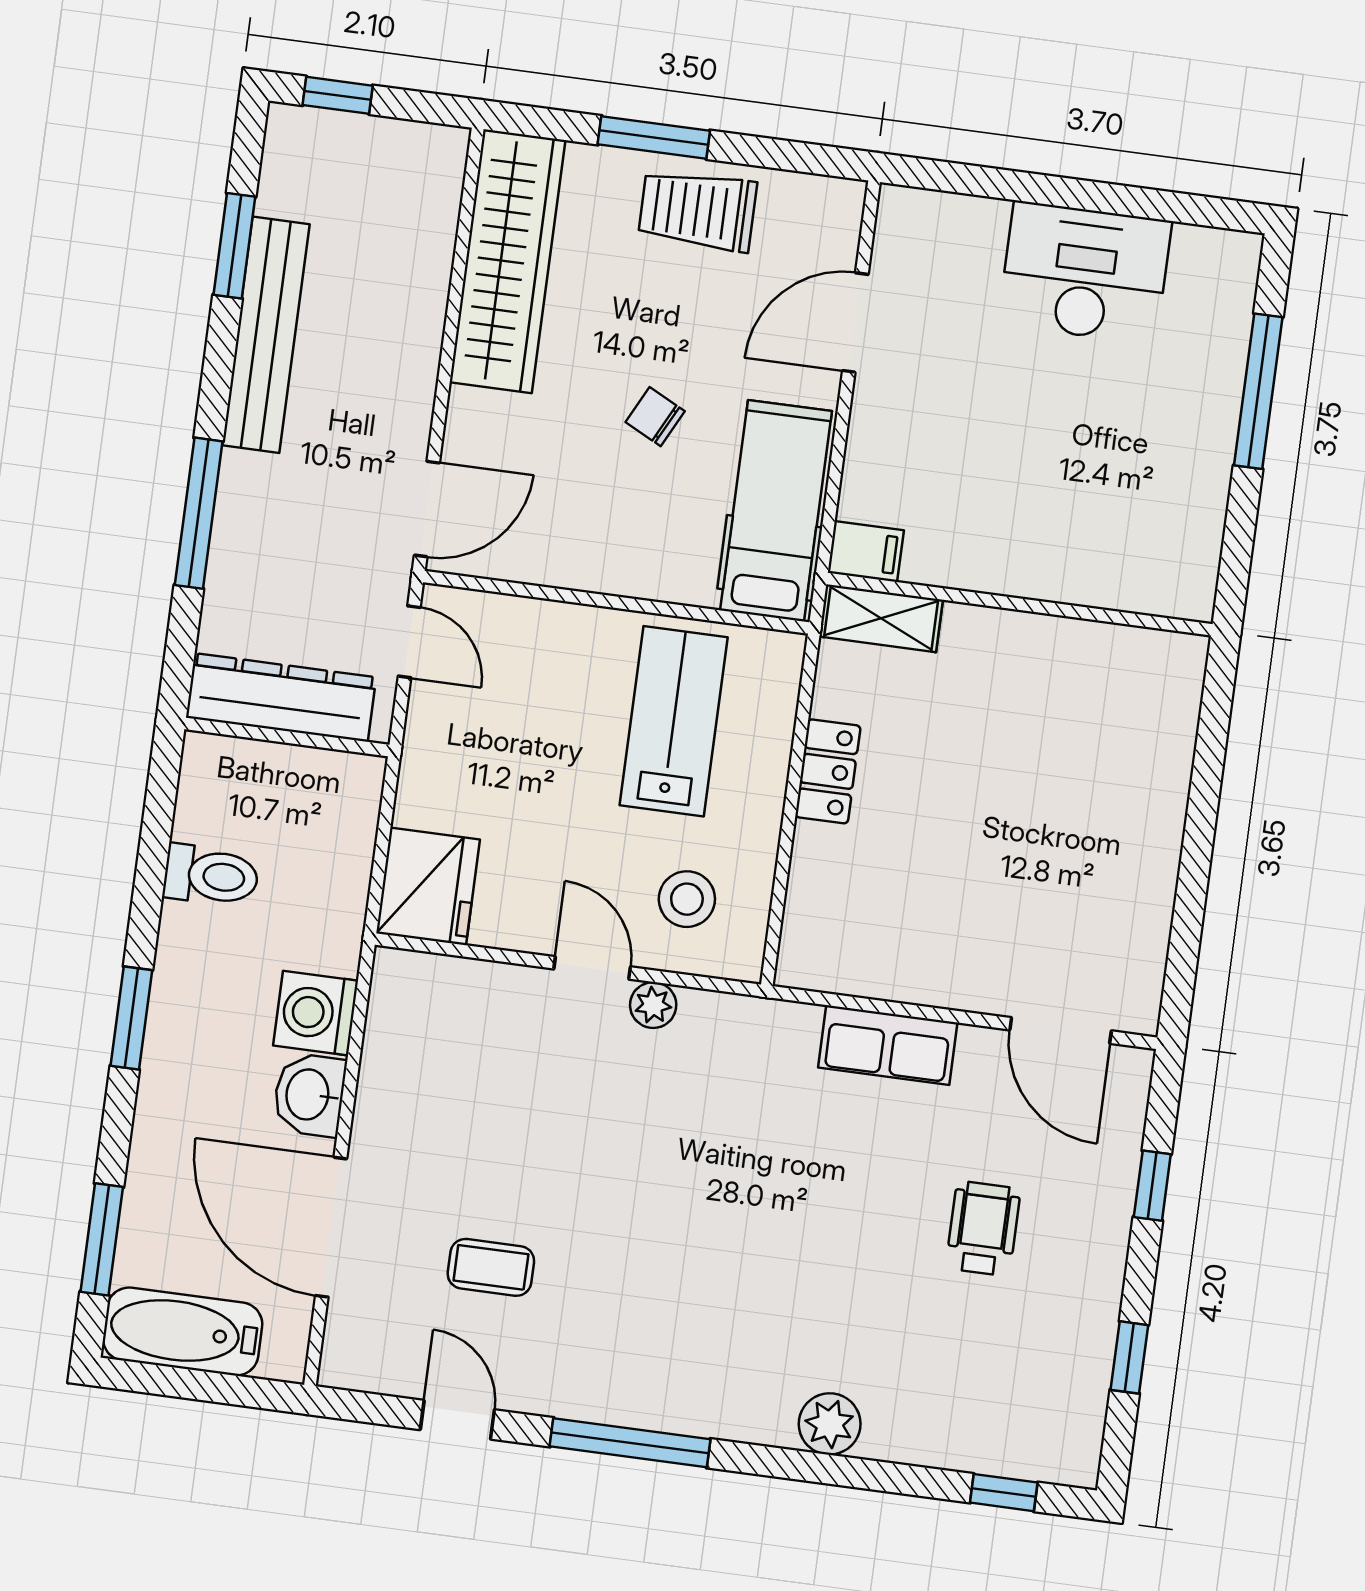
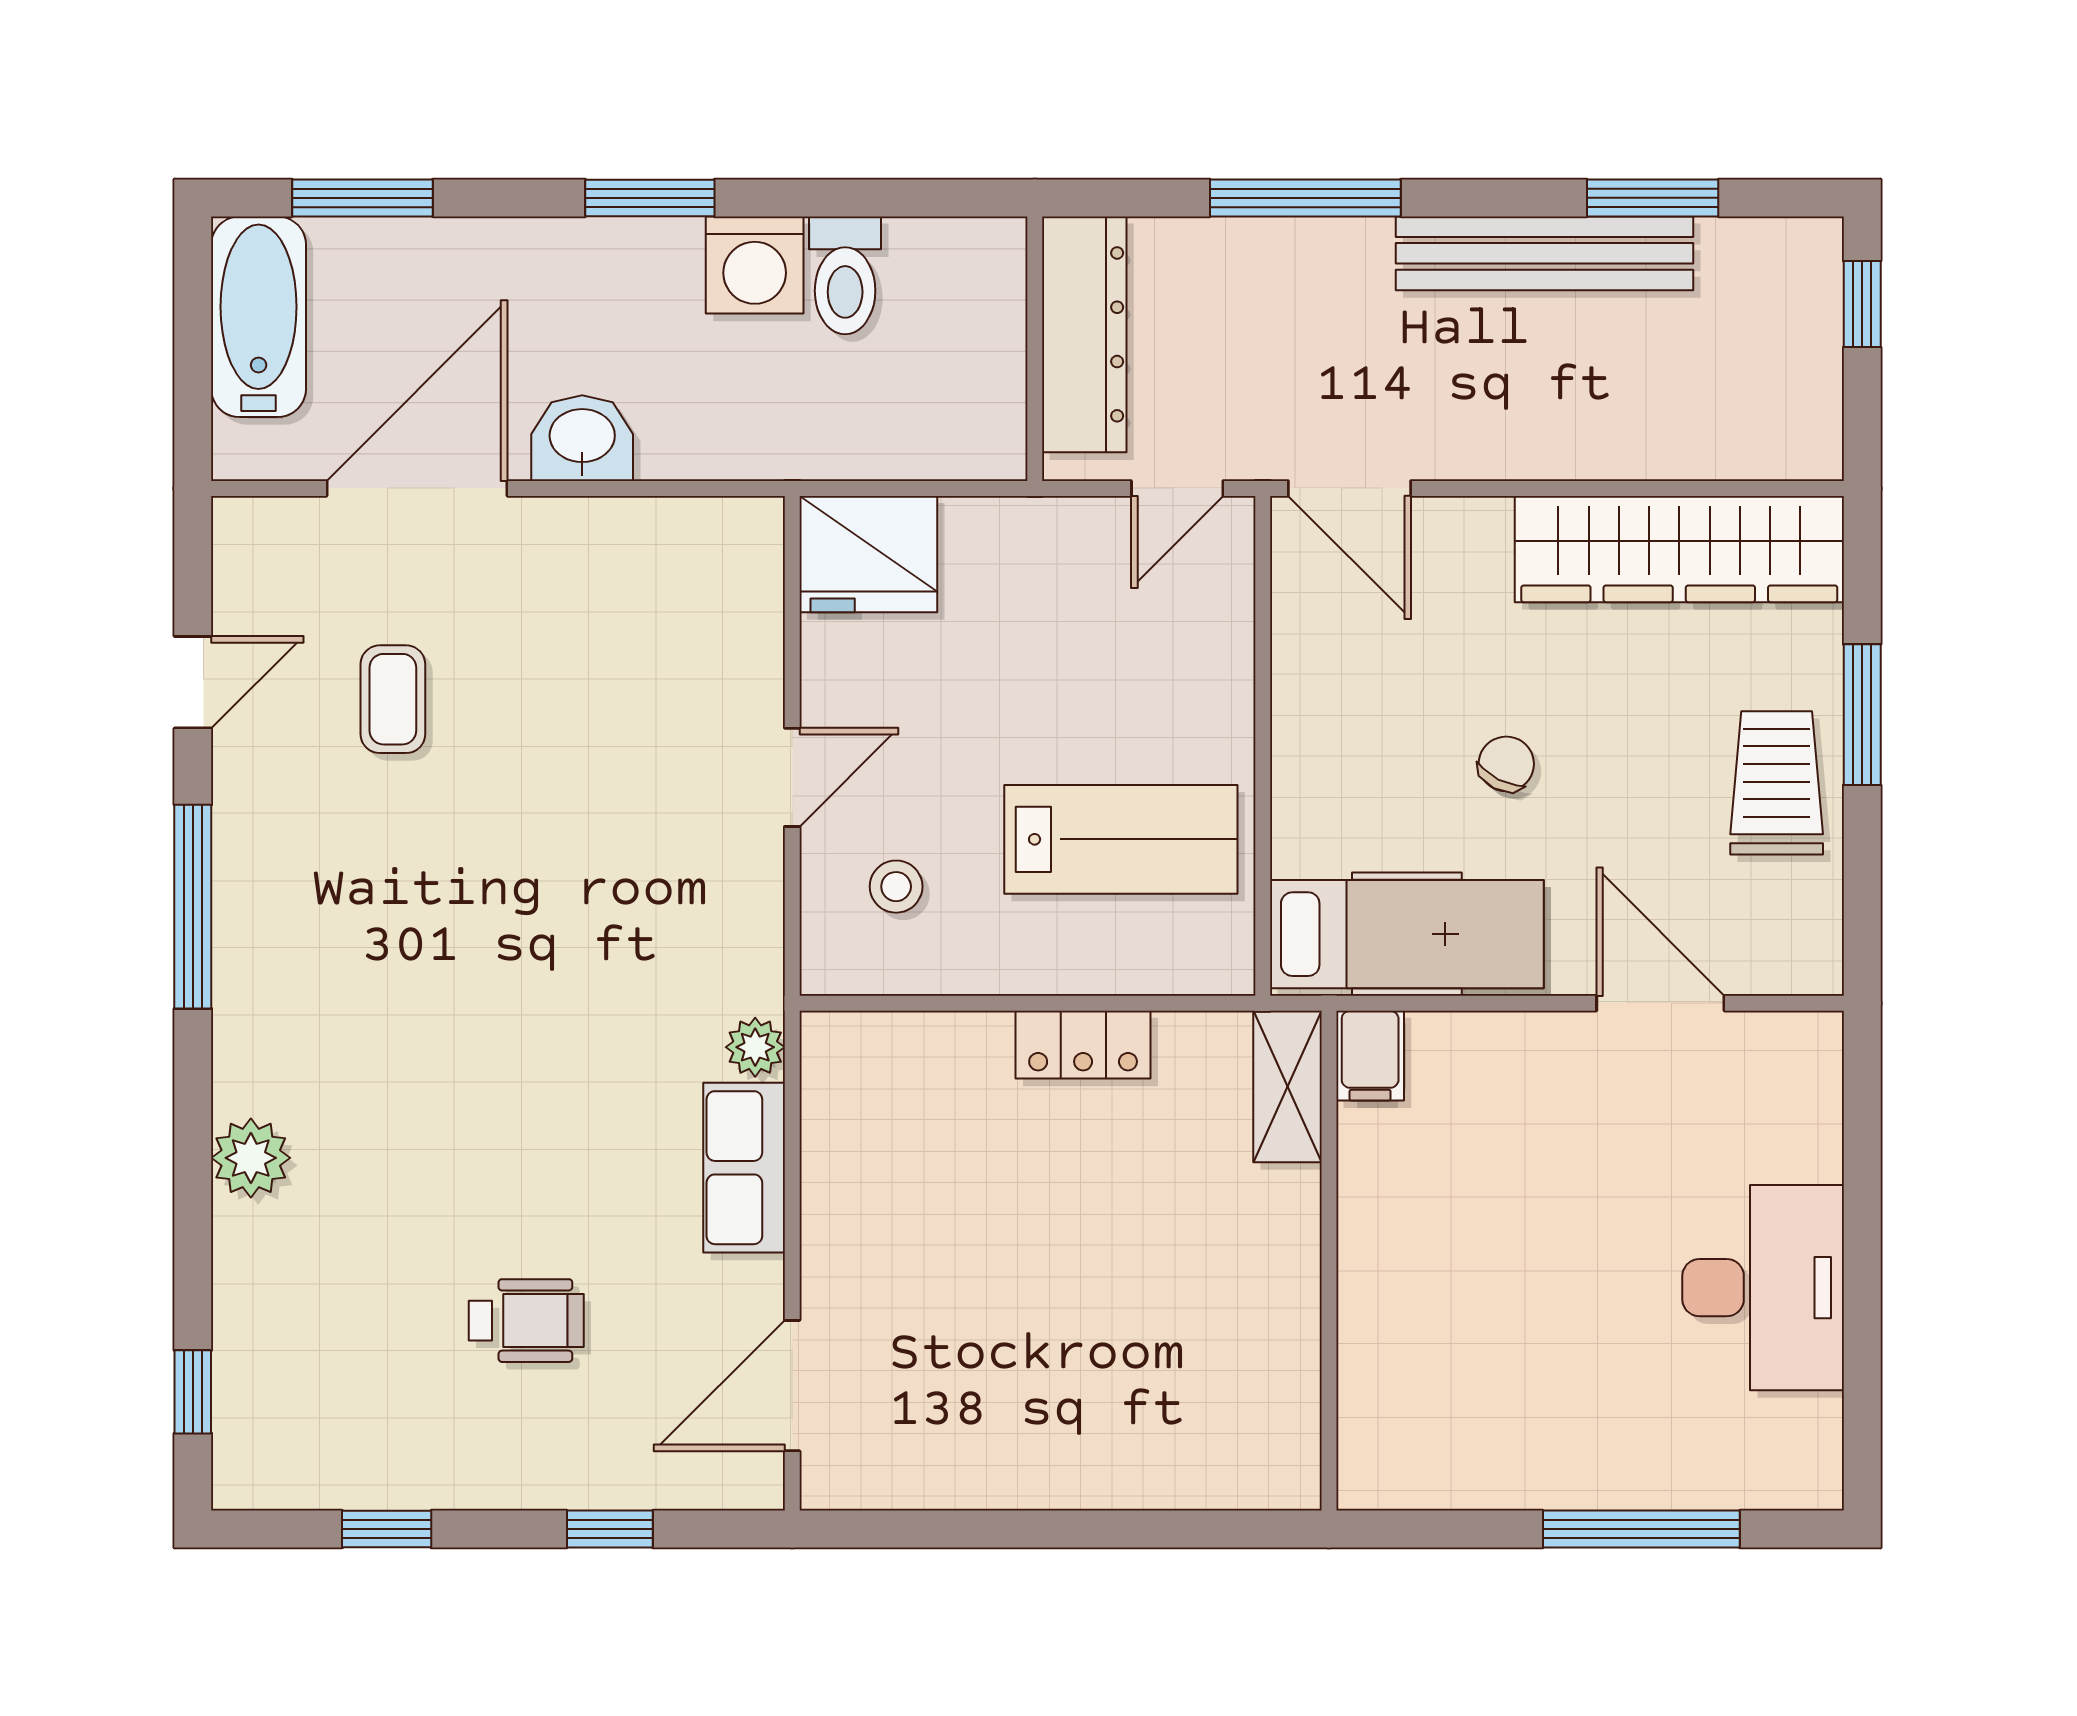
stool: (687, 899) -> (896, 887), width x0.73, depth x0.73
plant: (653, 1005) -> (755, 1047), moved
washing machine: (316, 1013) -> (755, 265), moved, turned 180

